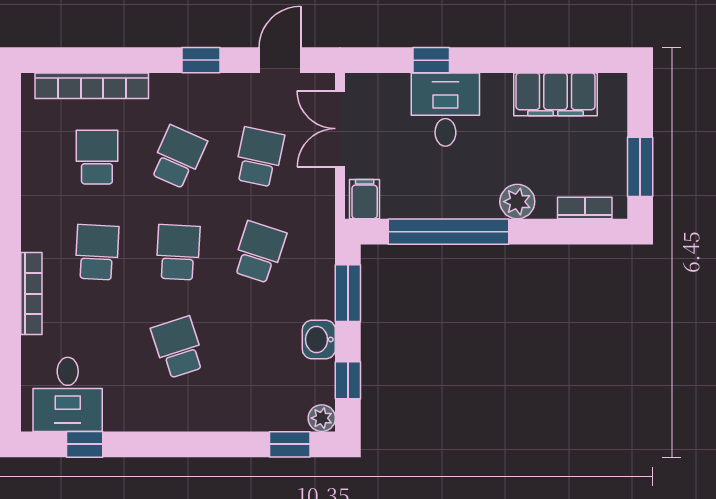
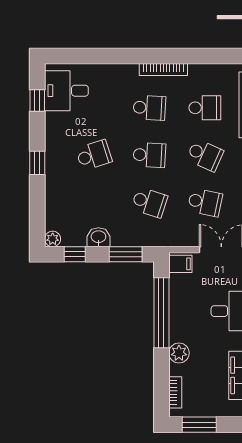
bookcase: (31, 294) -> (163, 70), moved
window: (290, 444) -> (37, 163), moved

